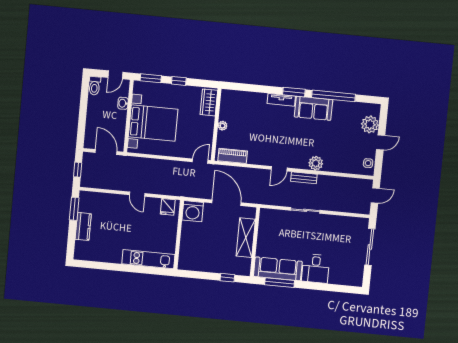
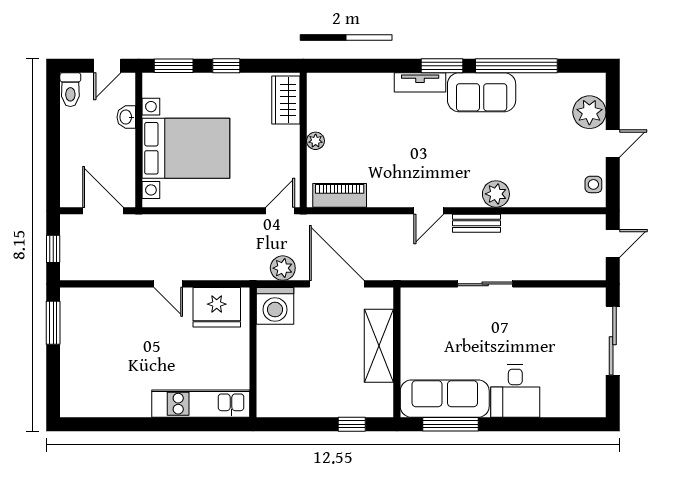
plant: (199, 192) -> (283, 268), added
fridge: (168, 207) -> (217, 307), width x1.88, depth x1.34
kitchen counter: (83, 226) -> (73, 354), removed

